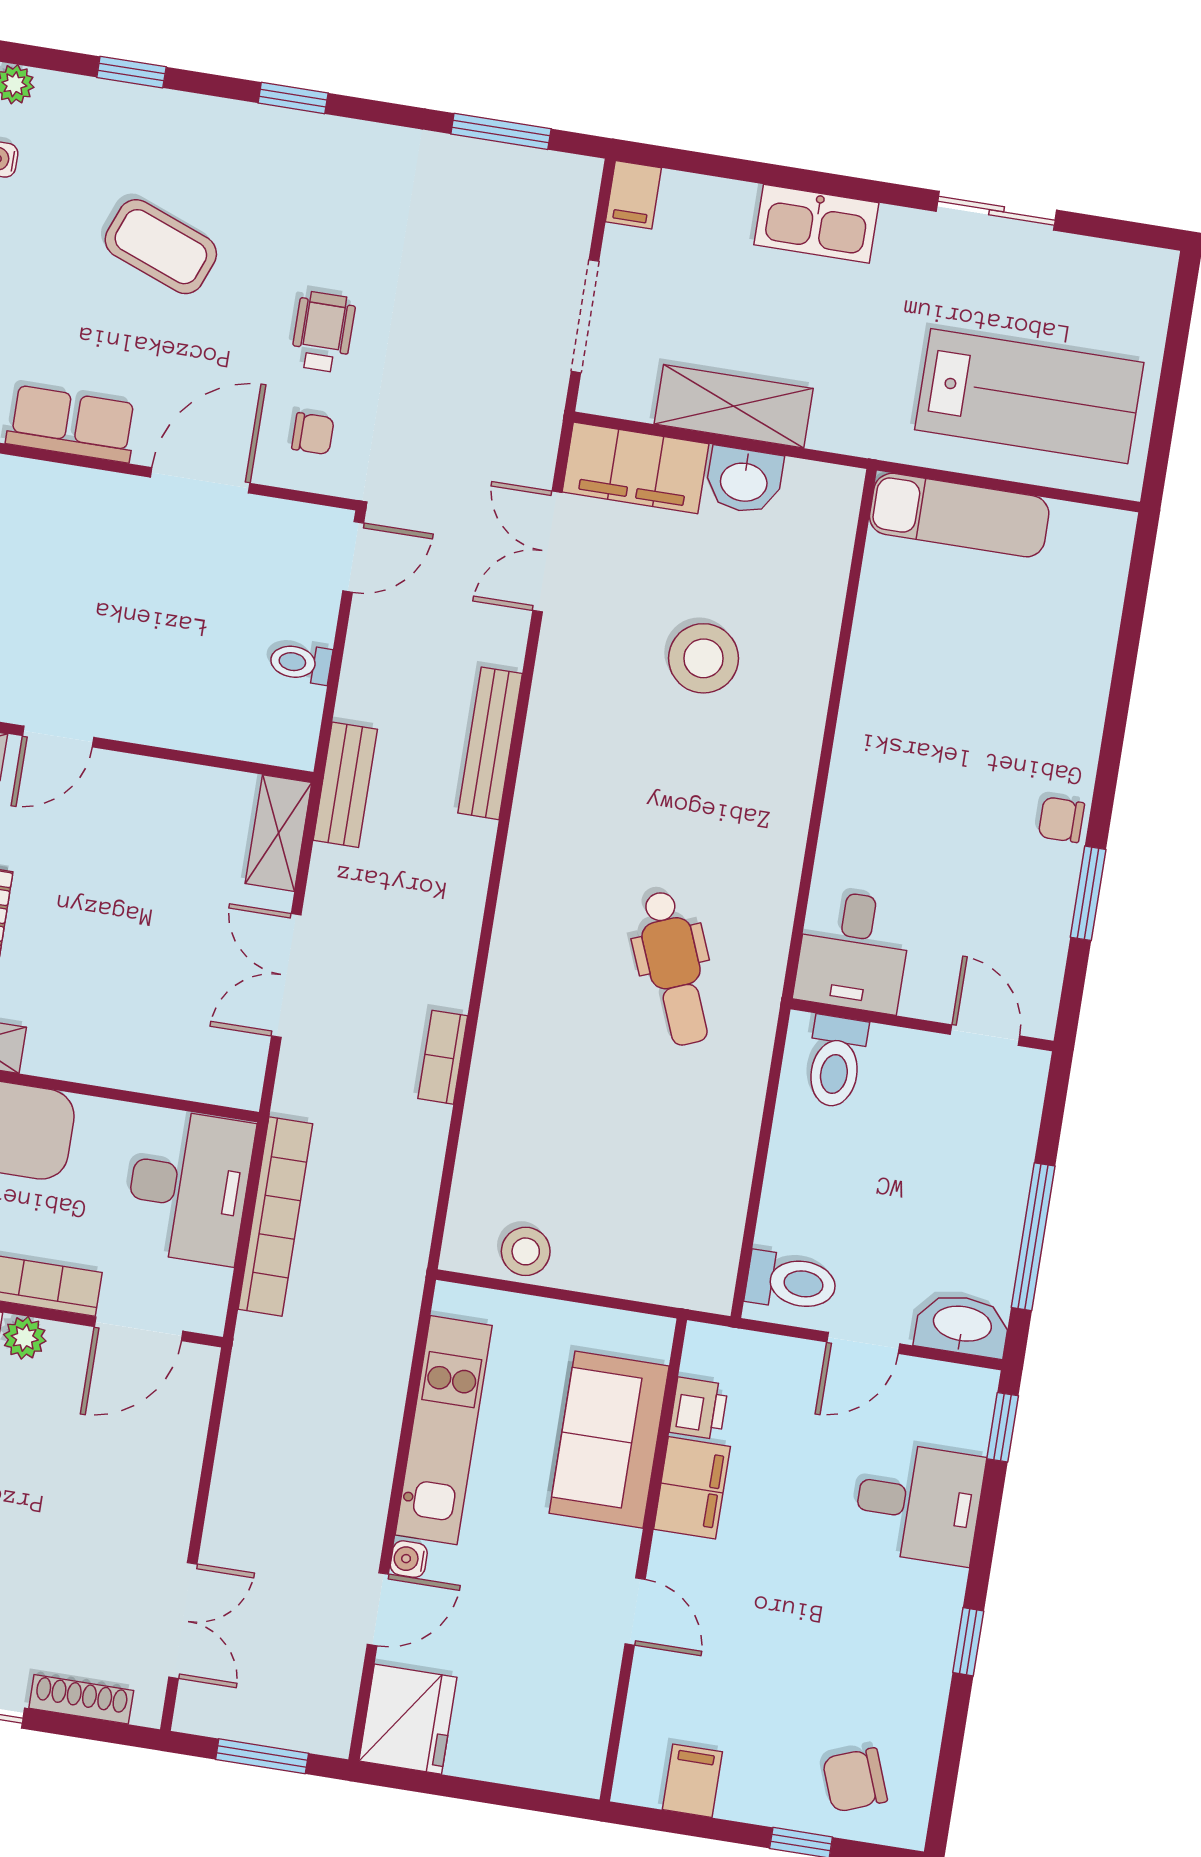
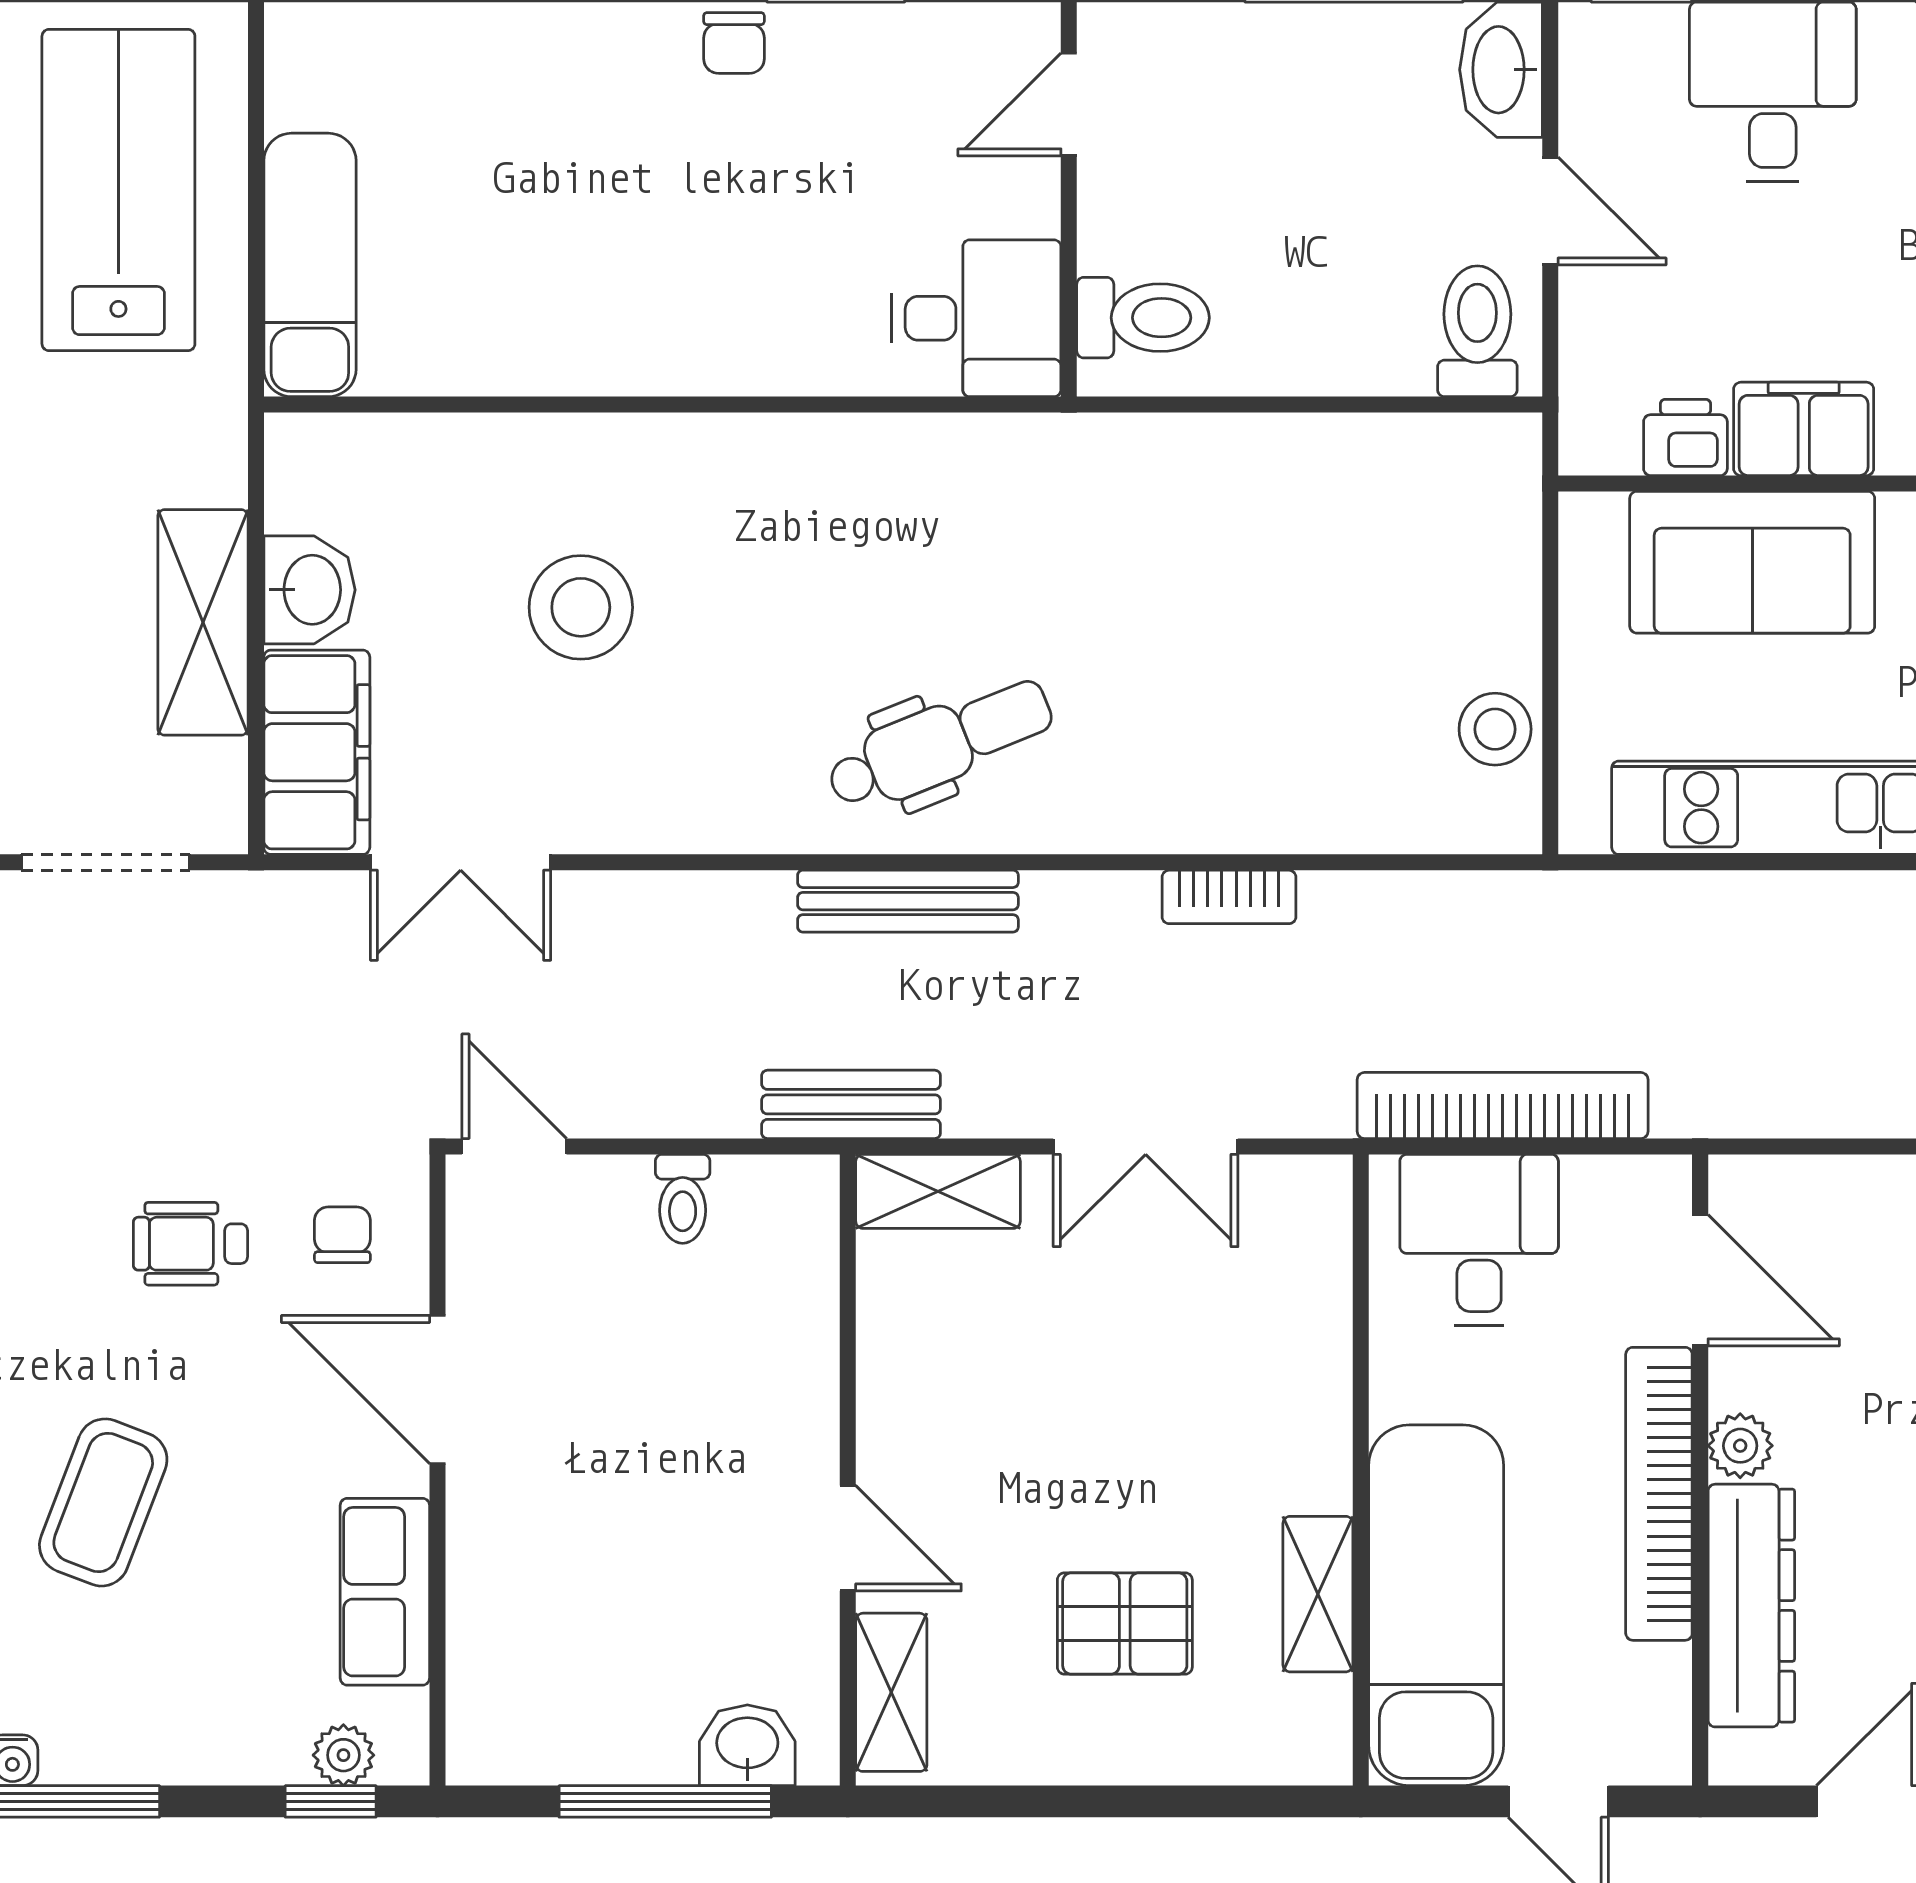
bench: (490, 743) -> (908, 901), moved
dental chair: (674, 968) -> (940, 744), moved
desk: (189, 1187) -> (1479, 1240), width x0.73

